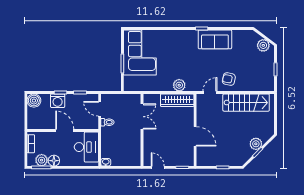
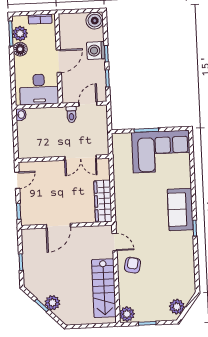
sofa: (215, 39) -> (180, 209), moved
plant: (179, 85) -> (127, 314), moved

